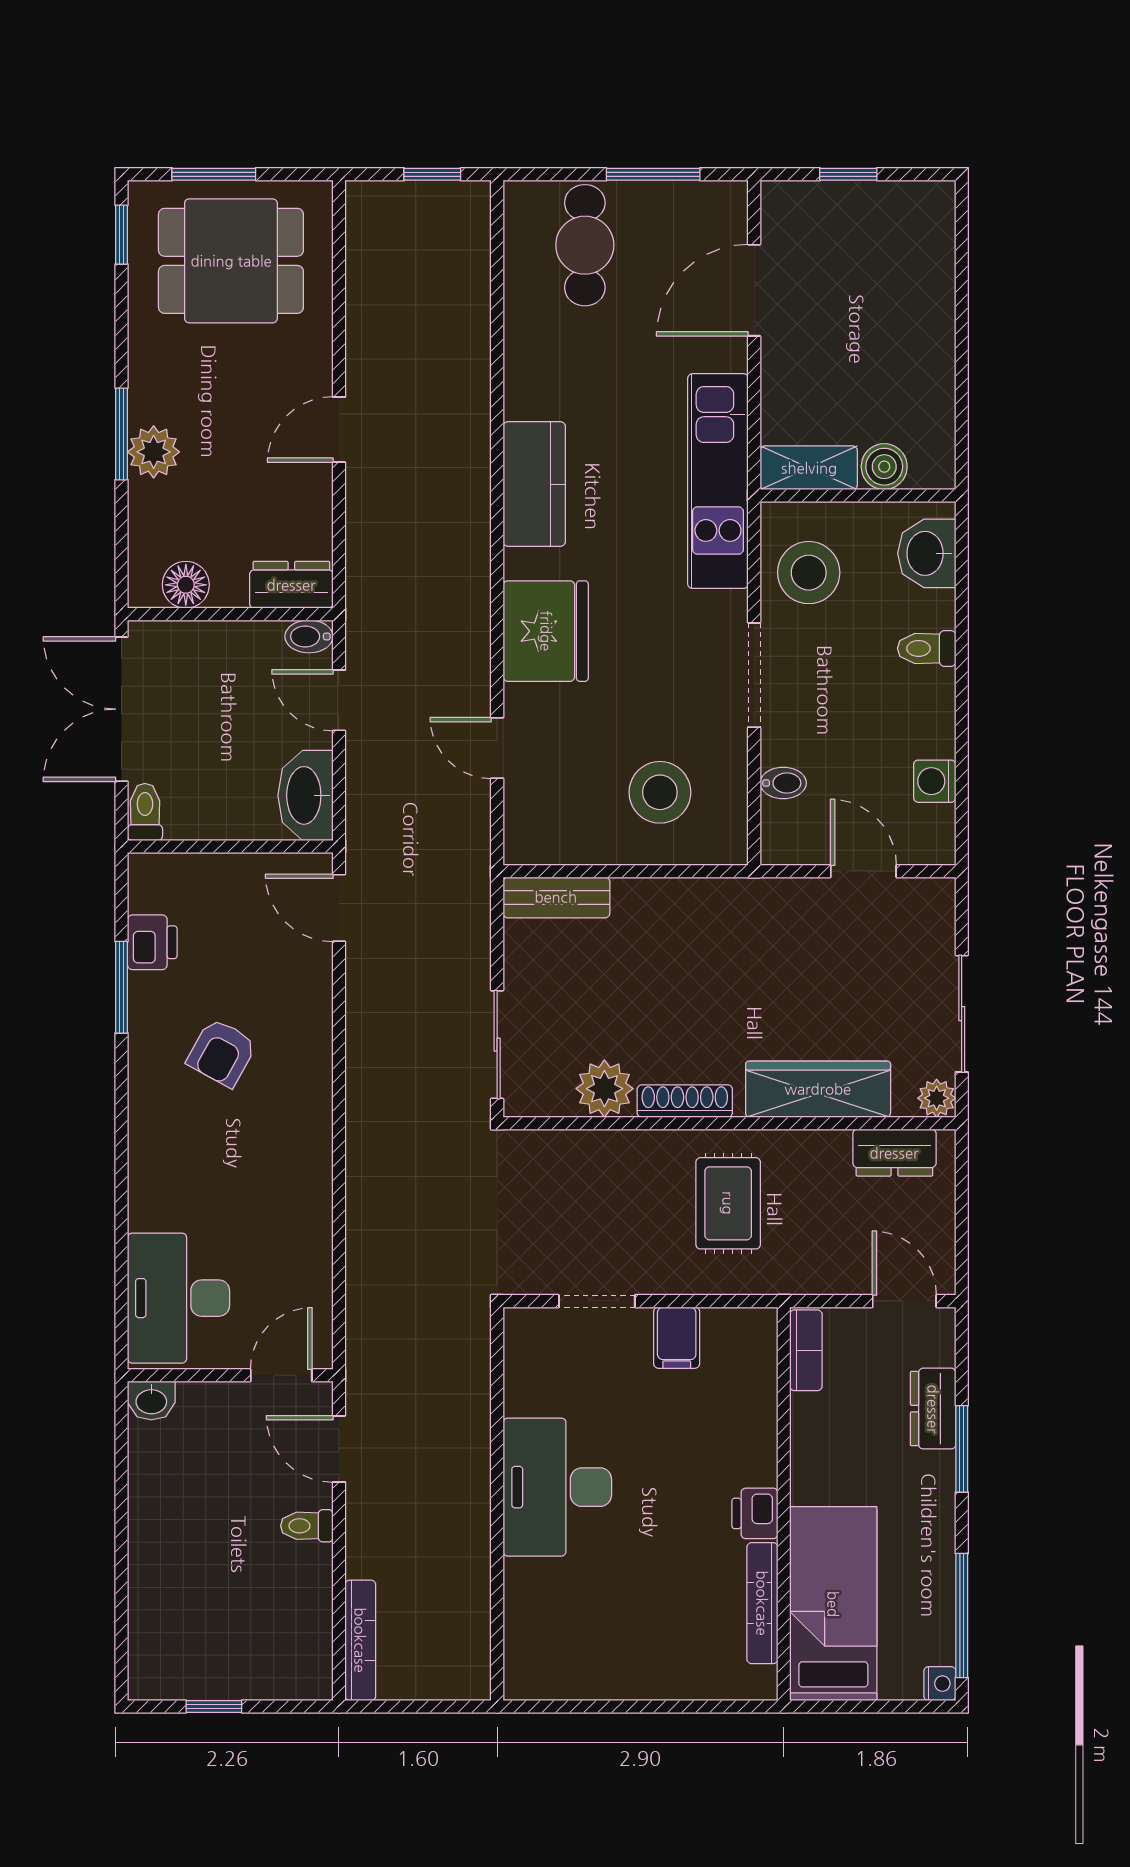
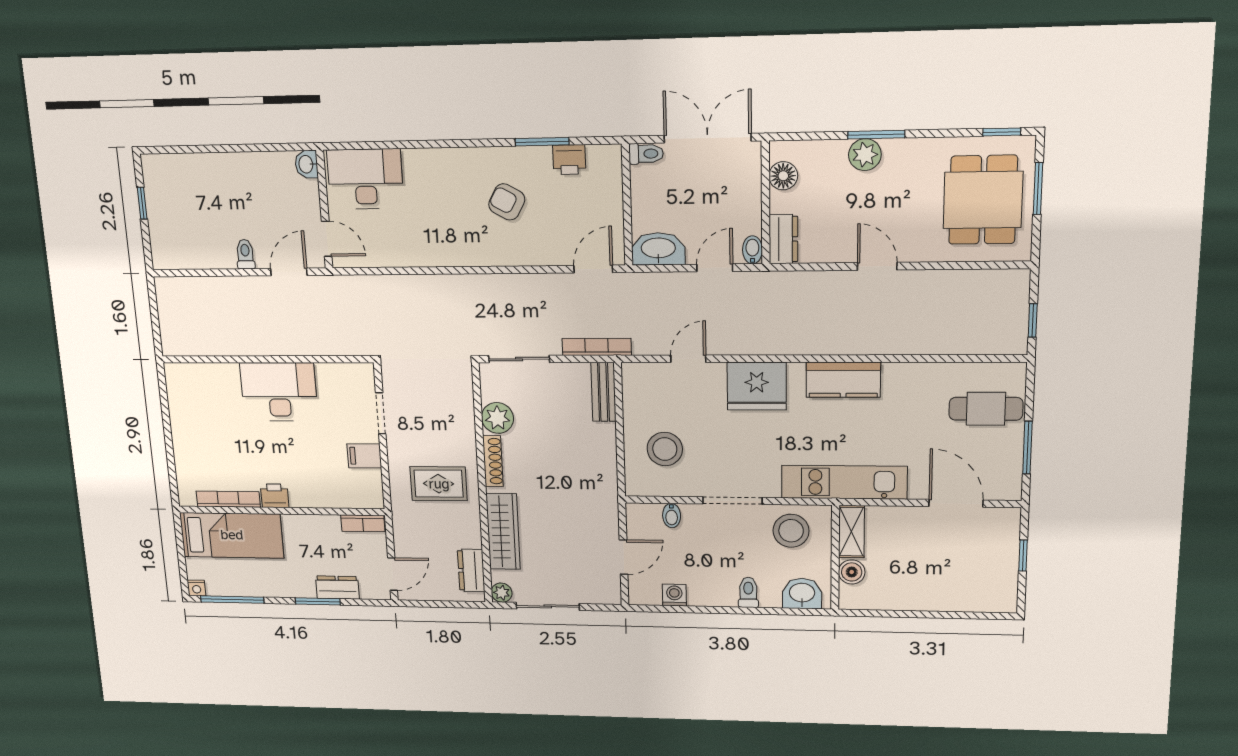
bookcase: (360, 1640) -> (597, 347), moved, turned 180

